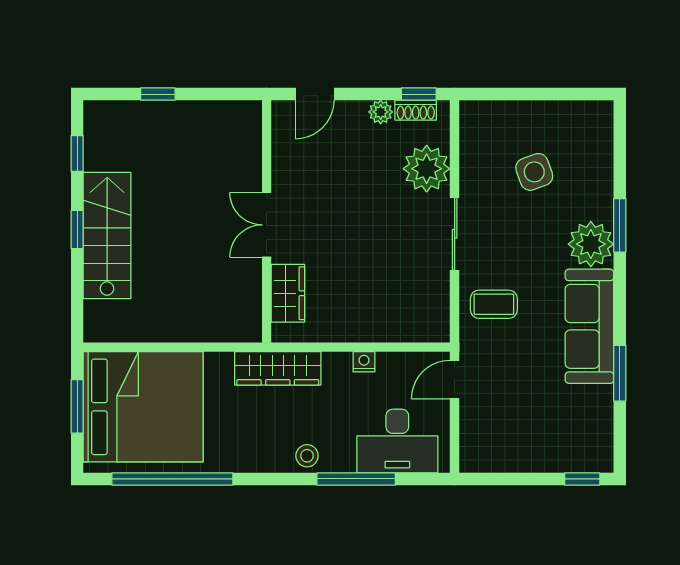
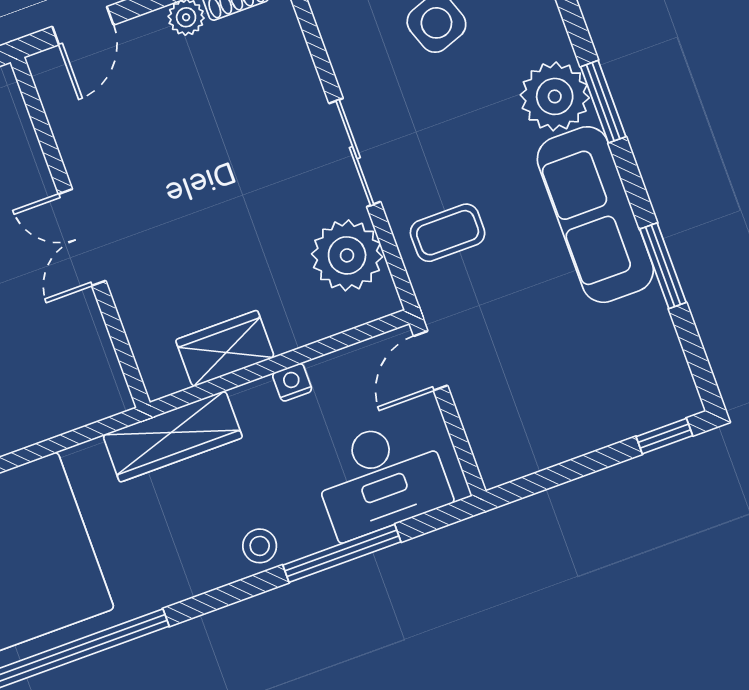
plant: (427, 169) -> (347, 255), moved
window: (620, 225) -> (603, 102), moved
wardrobe: (288, 293) -> (225, 349), moved, turned -90

